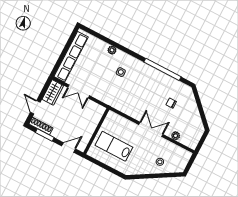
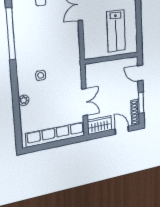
door: (35, 107) -> (122, 130), swing flipped

